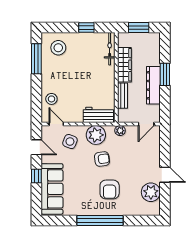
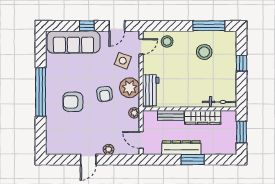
window: (86, 28) -> (241, 63), moved
stool: (58, 48) -> (204, 52), moved
plant: (151, 192) -> (109, 149), moved, width x0.53, depth x0.53

